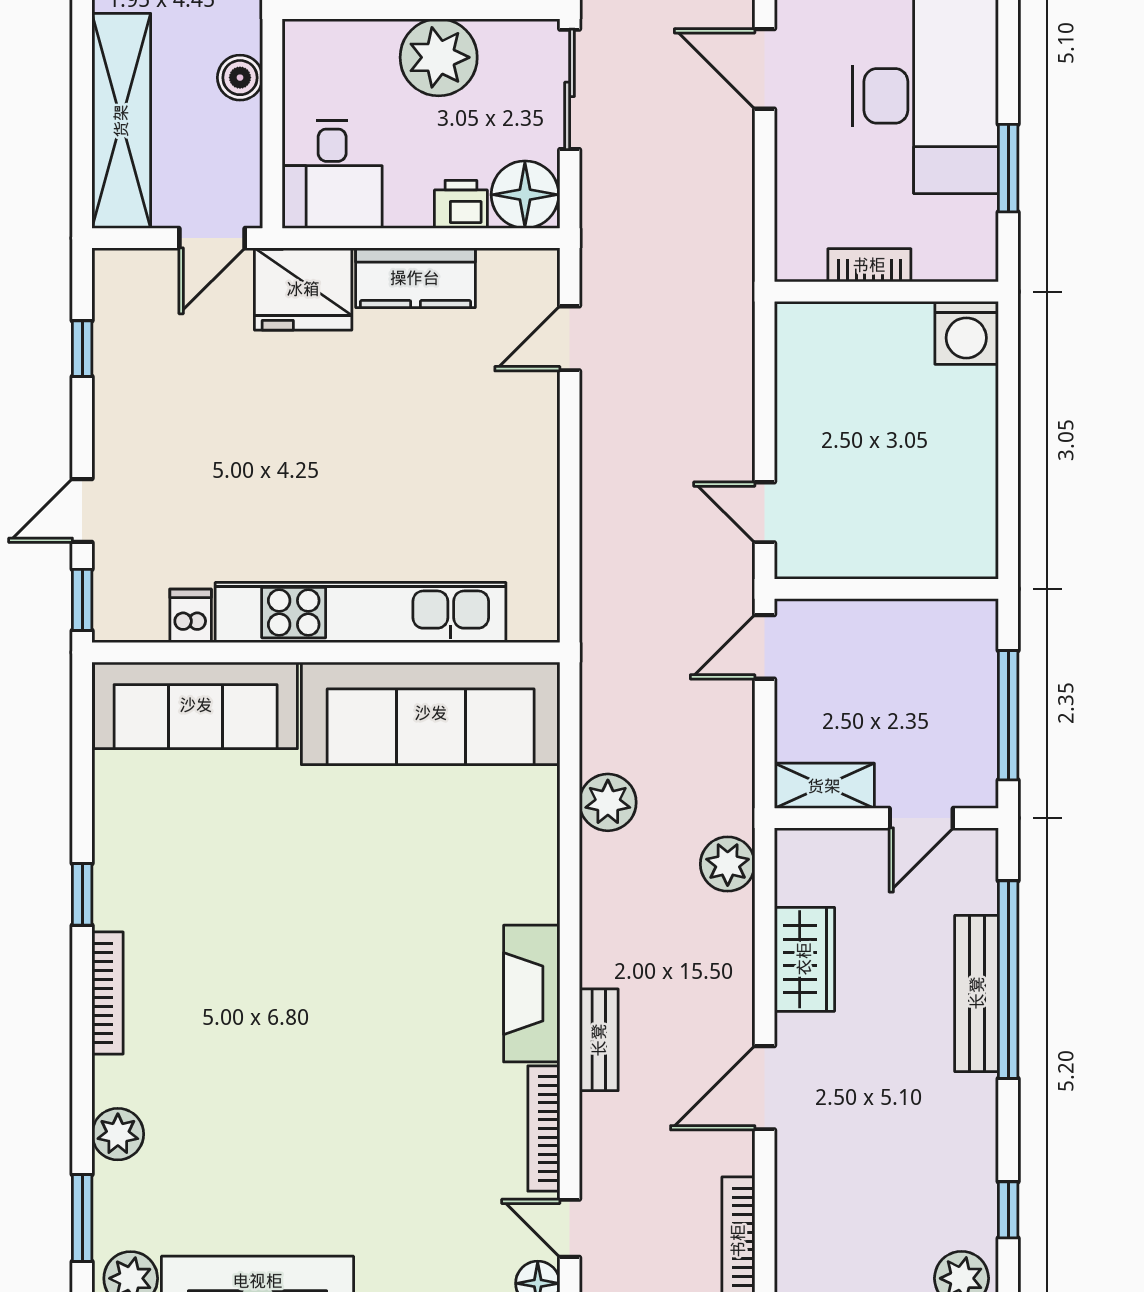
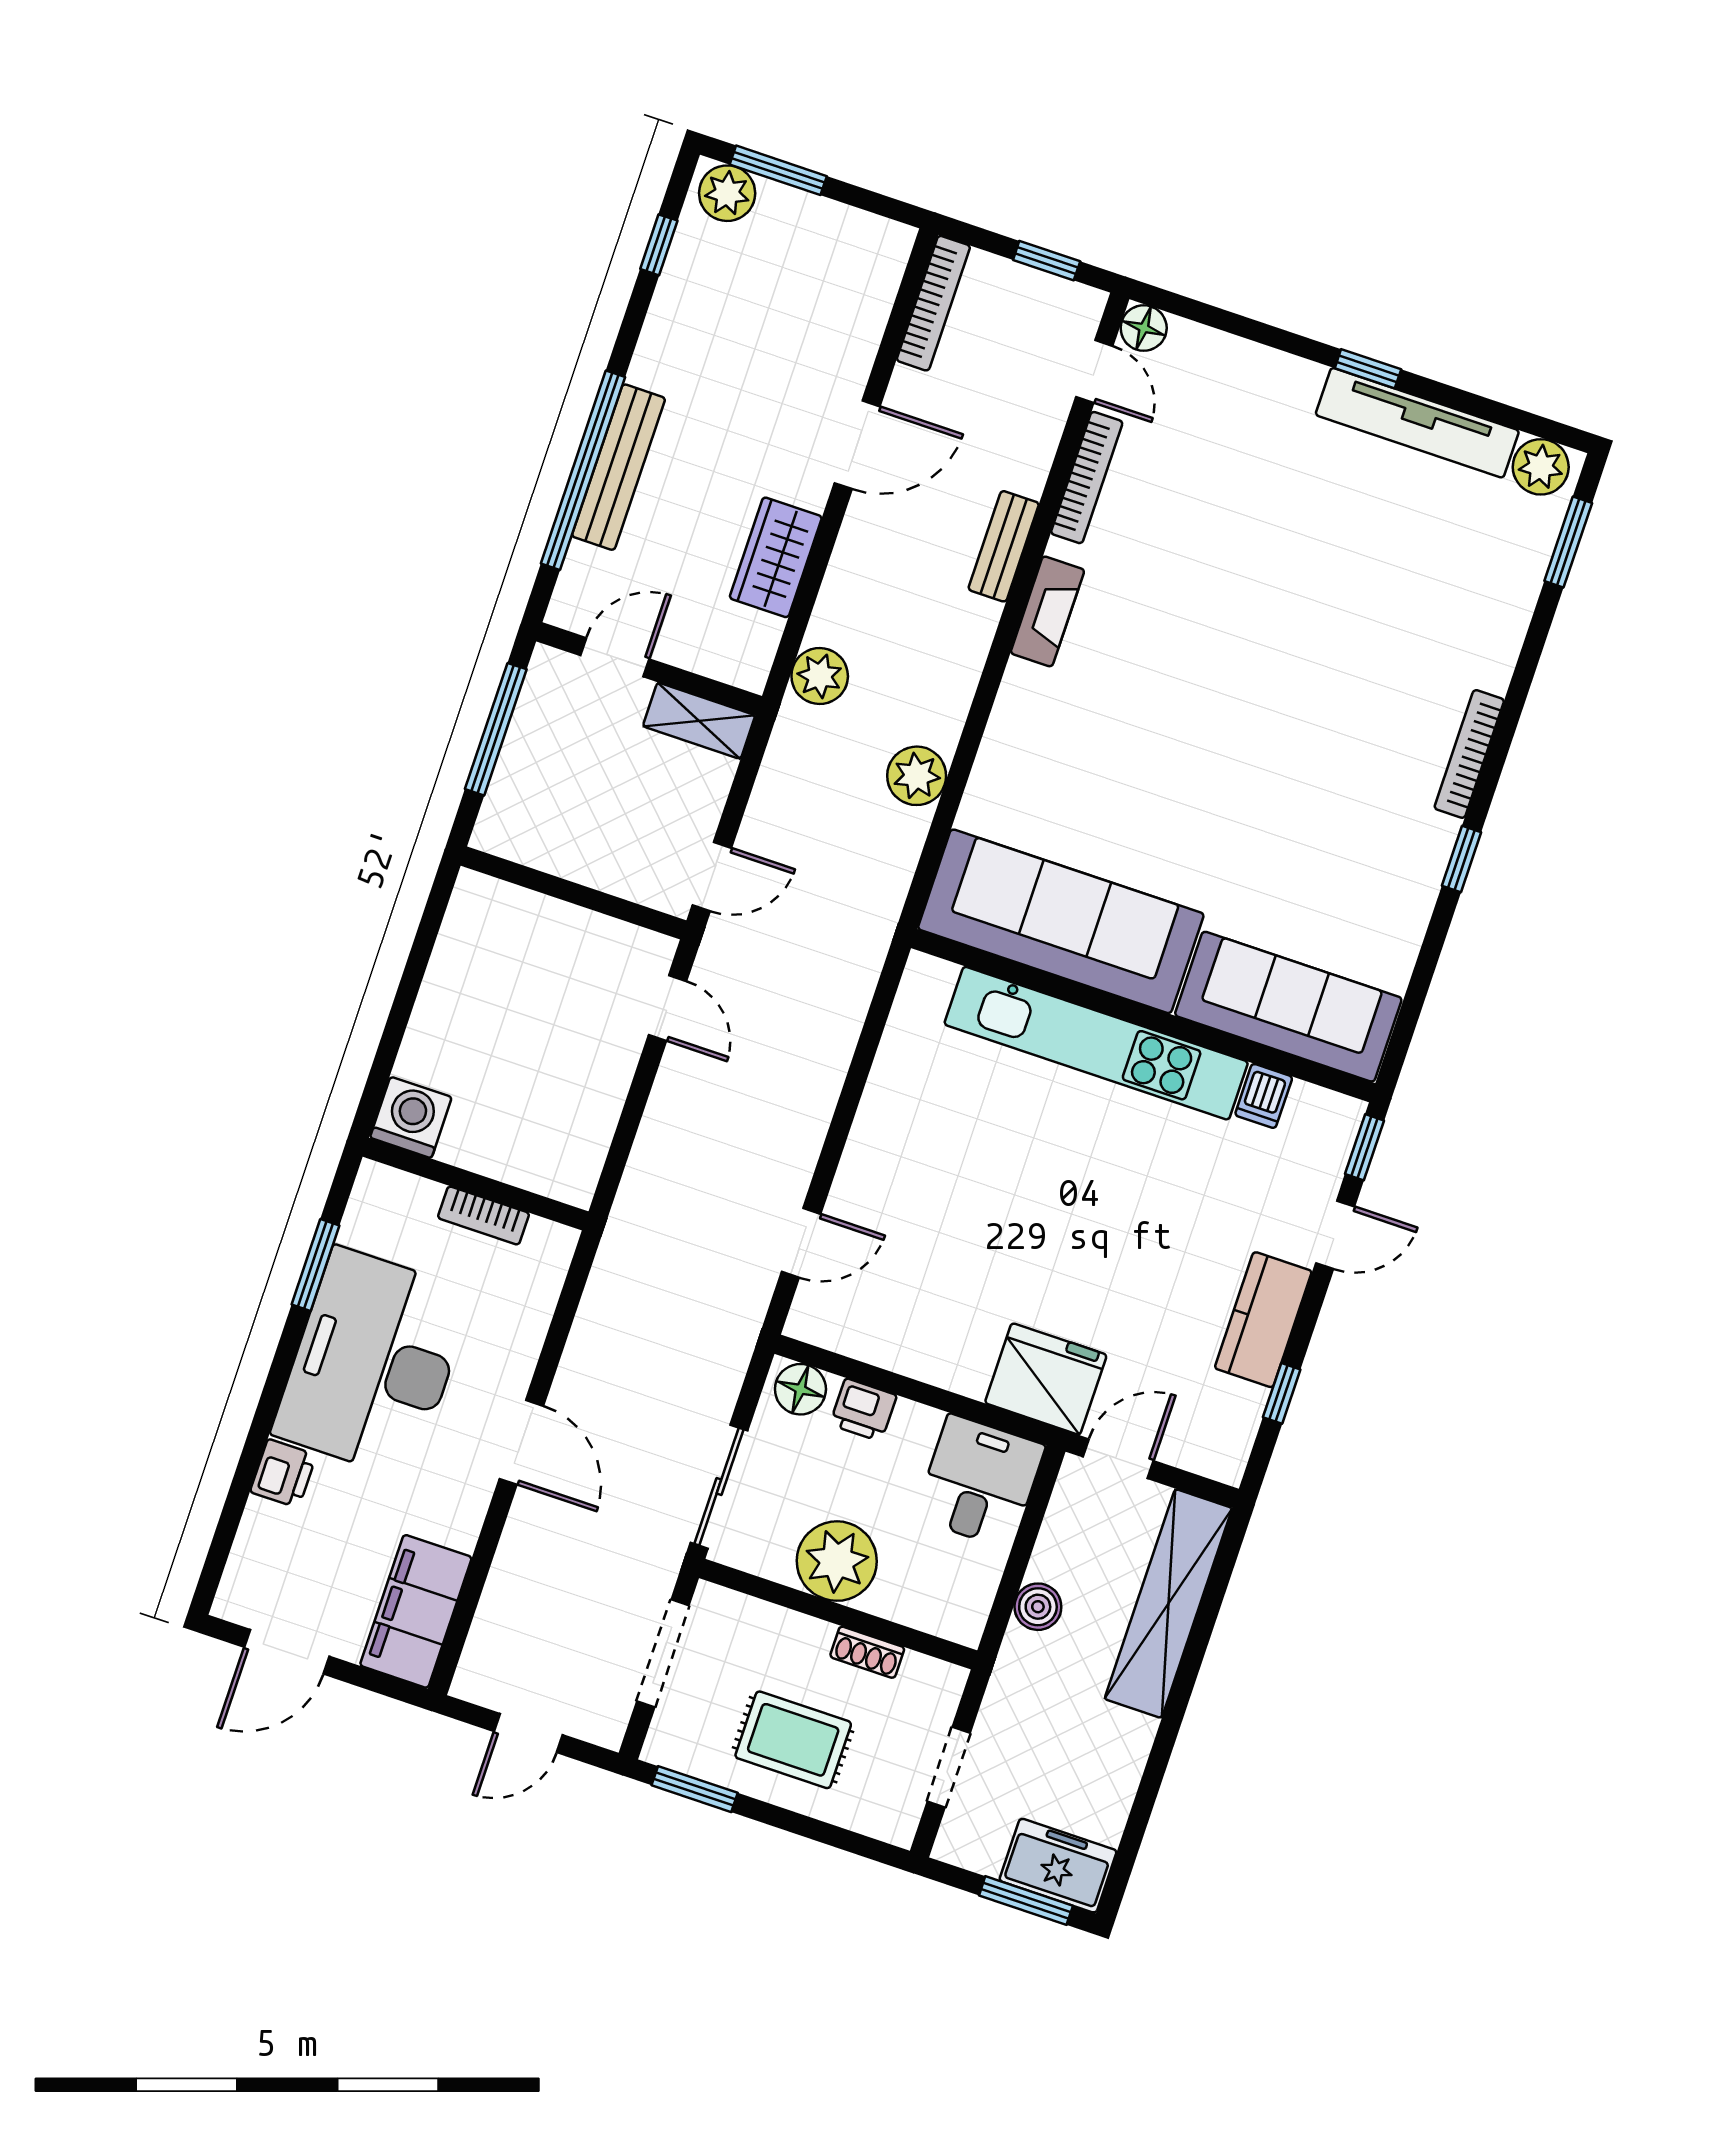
floor lamp: (525, 195) -> (800, 1389), width x0.73, depth x0.73
kitchen counter: (415, 278) -> (1263, 1320), moved, turned -90
fireplace: (532, 994) -> (1047, 611), width x0.73, depth x0.76
plant: (118, 1134) -> (1506, 613), removed

